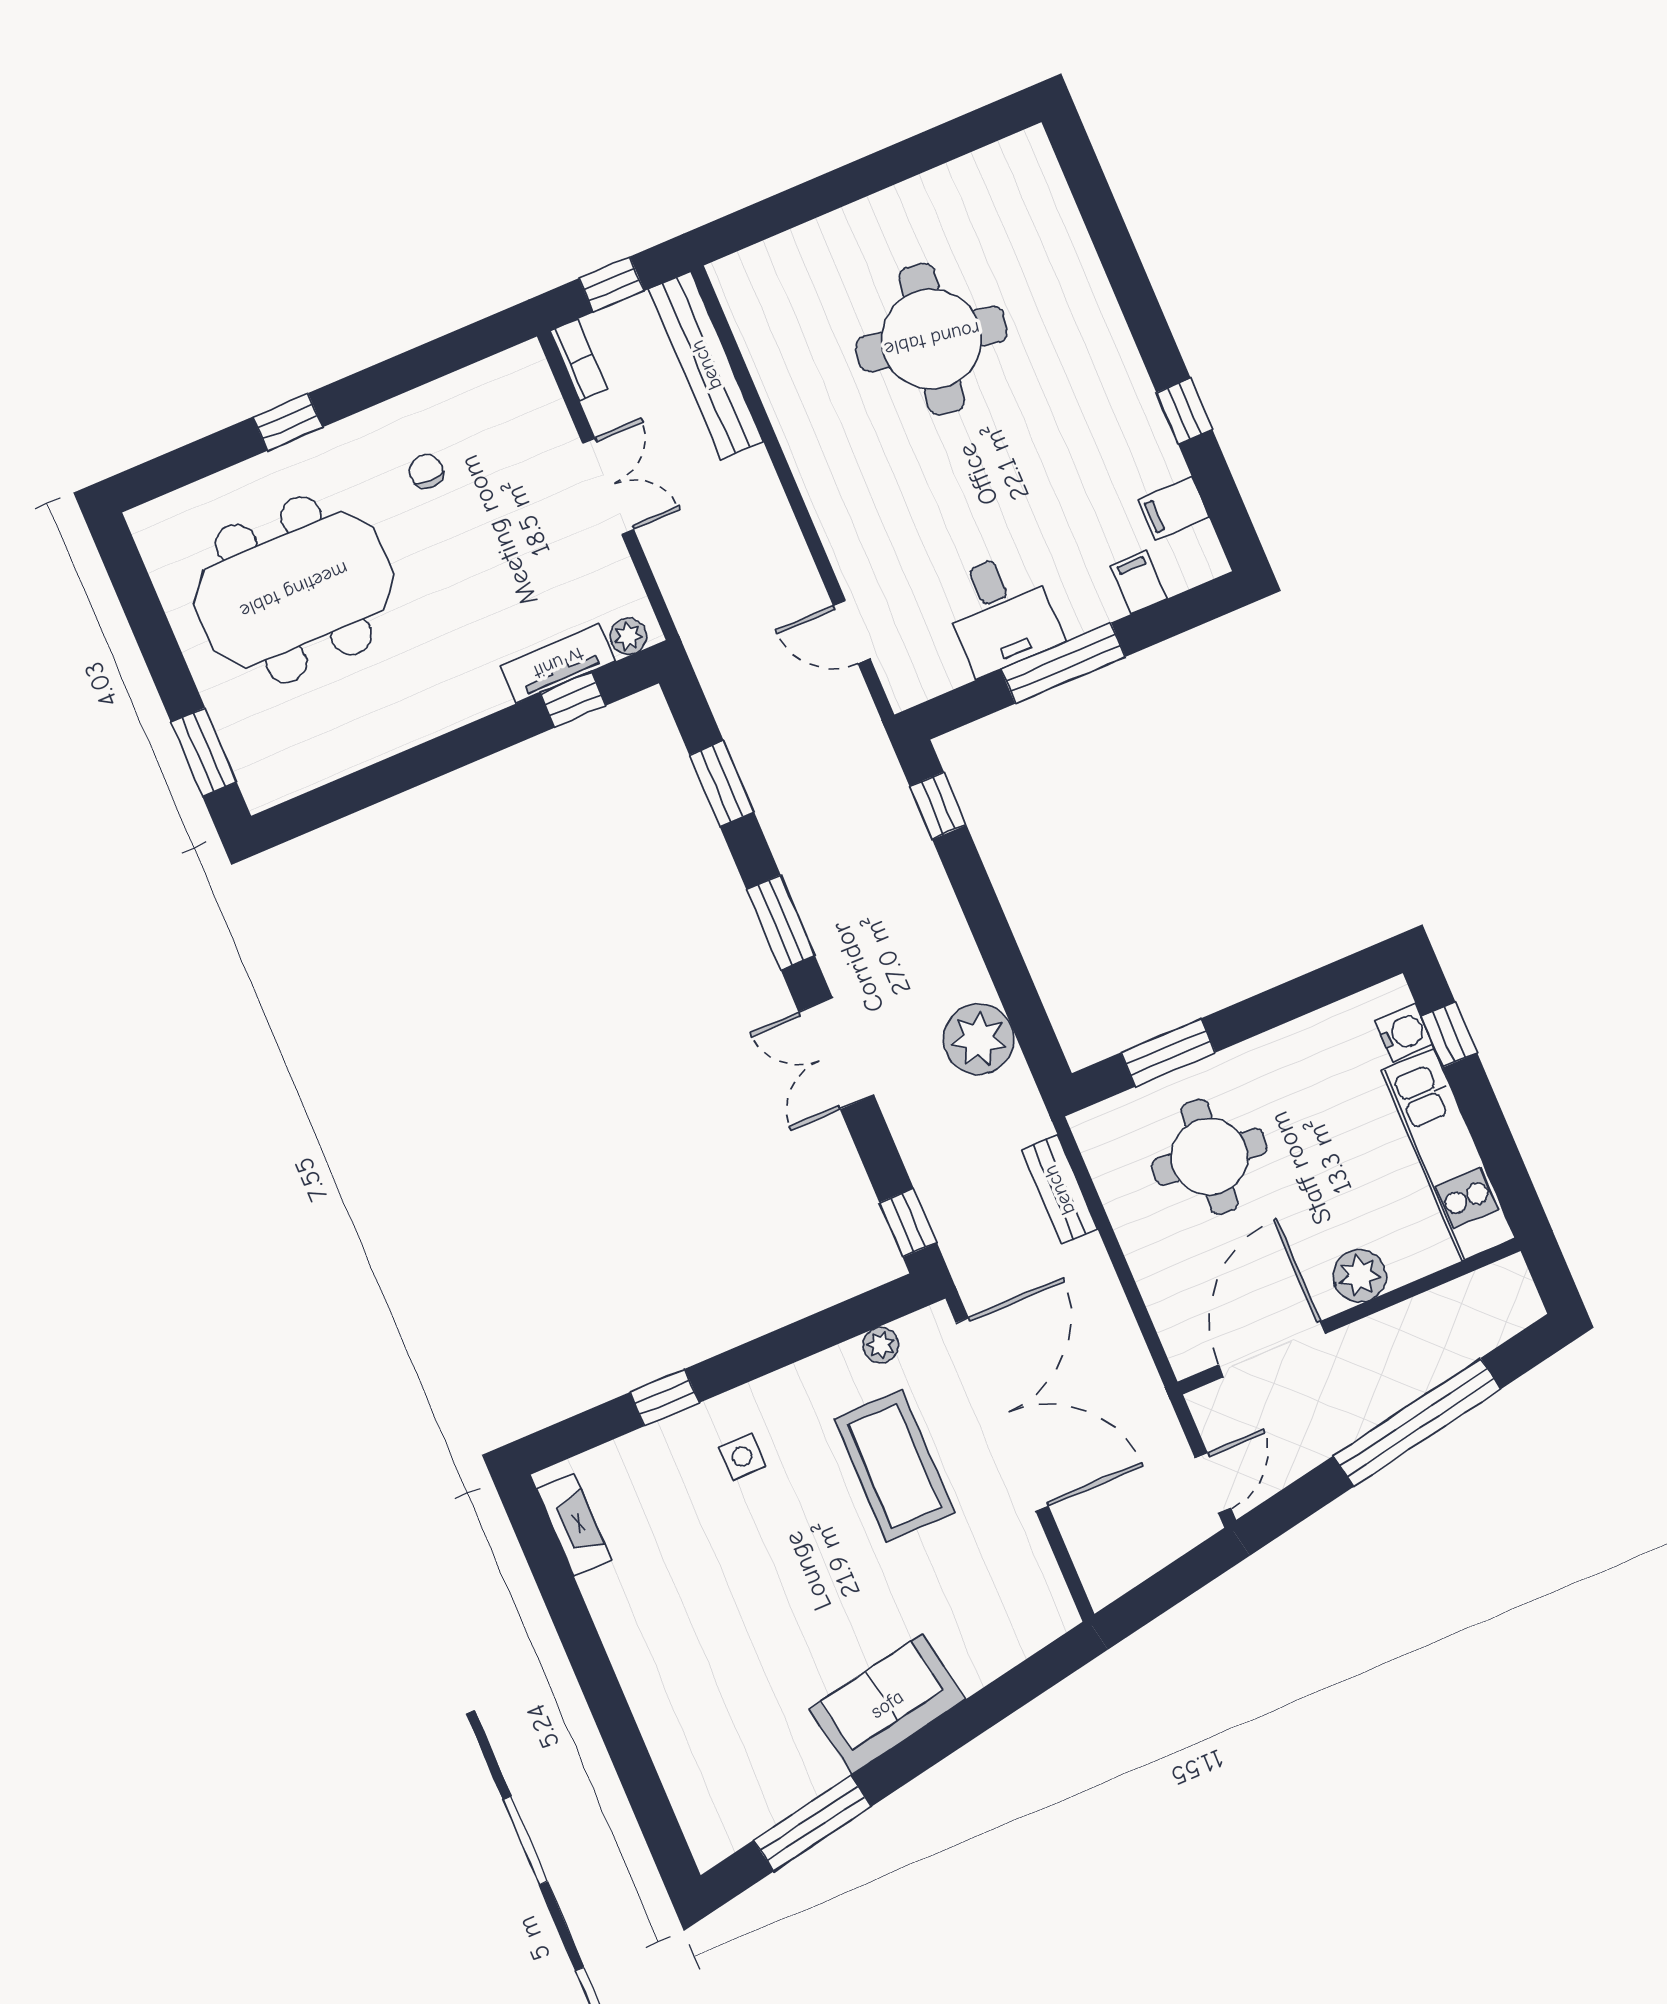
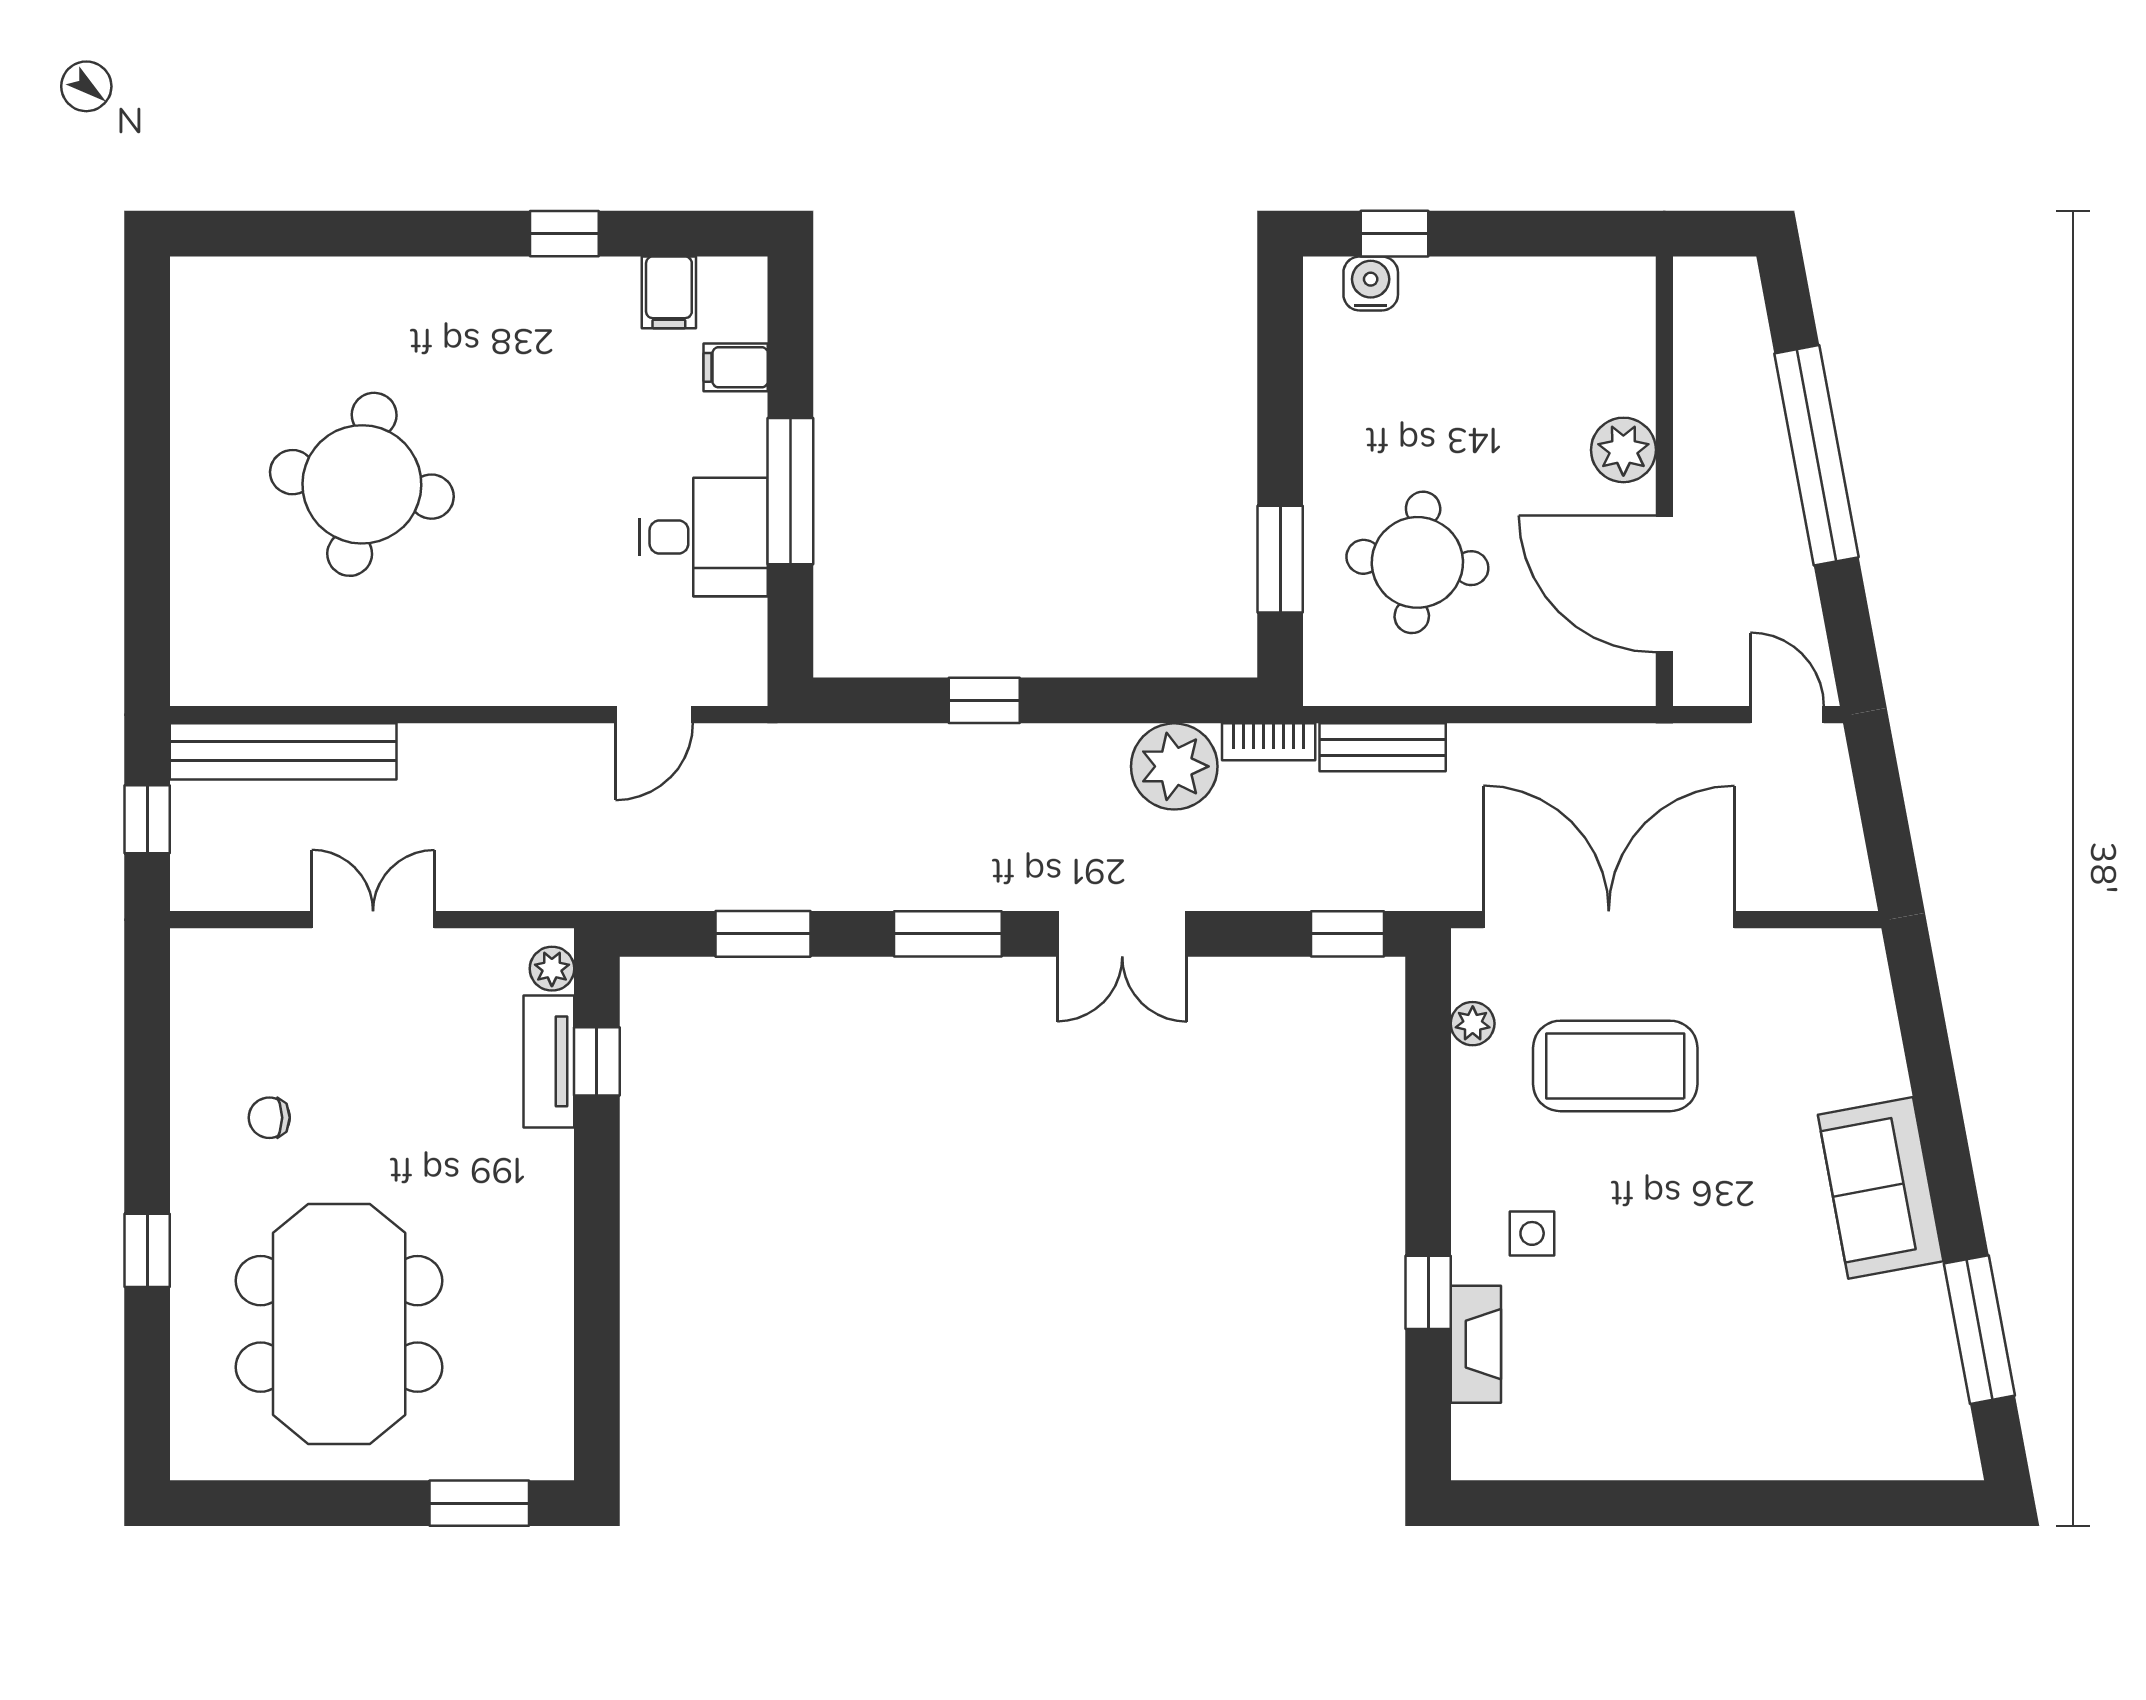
bookcase: (579, 360) -> (1269, 742), moved, turned 180
window: (938, 806) -> (984, 700), moved
kitchen unit: (1448, 1154) -> (1529, 292), removed
fireplace: (574, 1525) -> (1476, 1344), moved, turned 90

